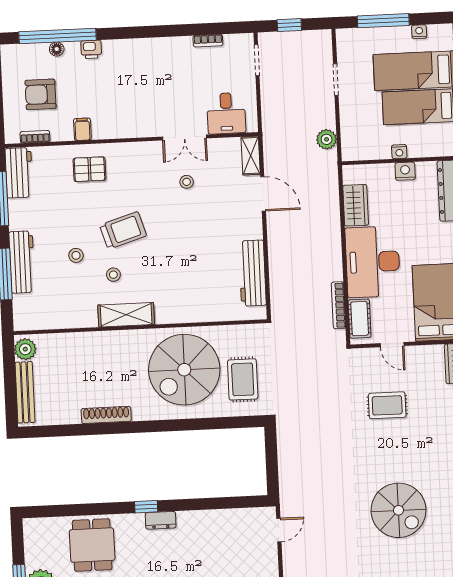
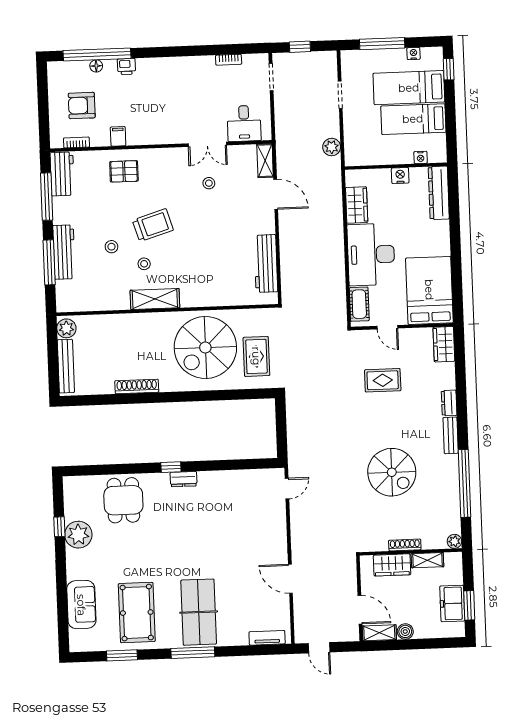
nightstand: (399, 152) -> (421, 157), moved
bookcase: (338, 305) -> (341, 292), removed

